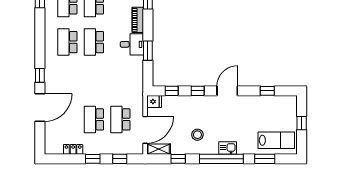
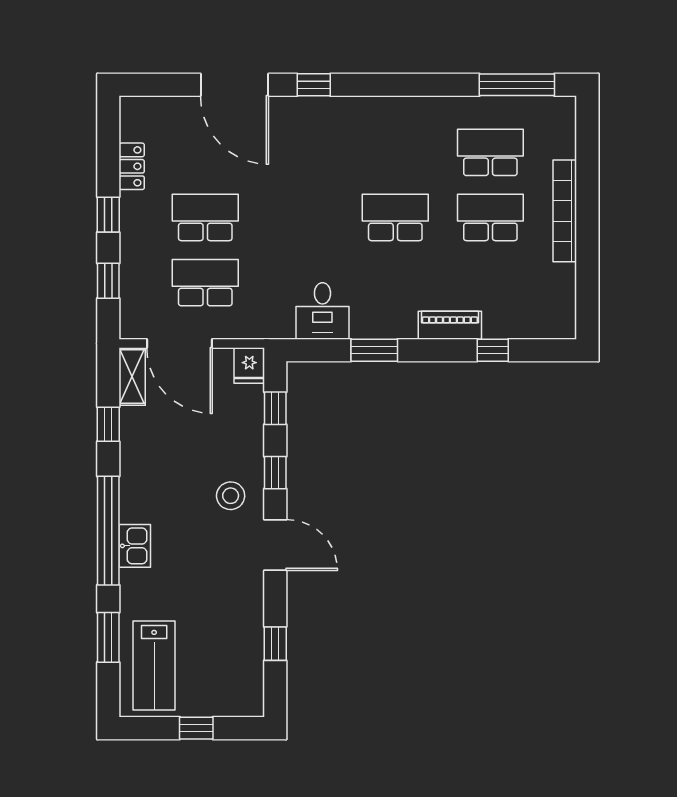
school desk: (67, 42) -> (395, 152), removed
desk: (132, 44) -> (322, 311), moved
stool: (197, 135) -> (231, 496), moved

